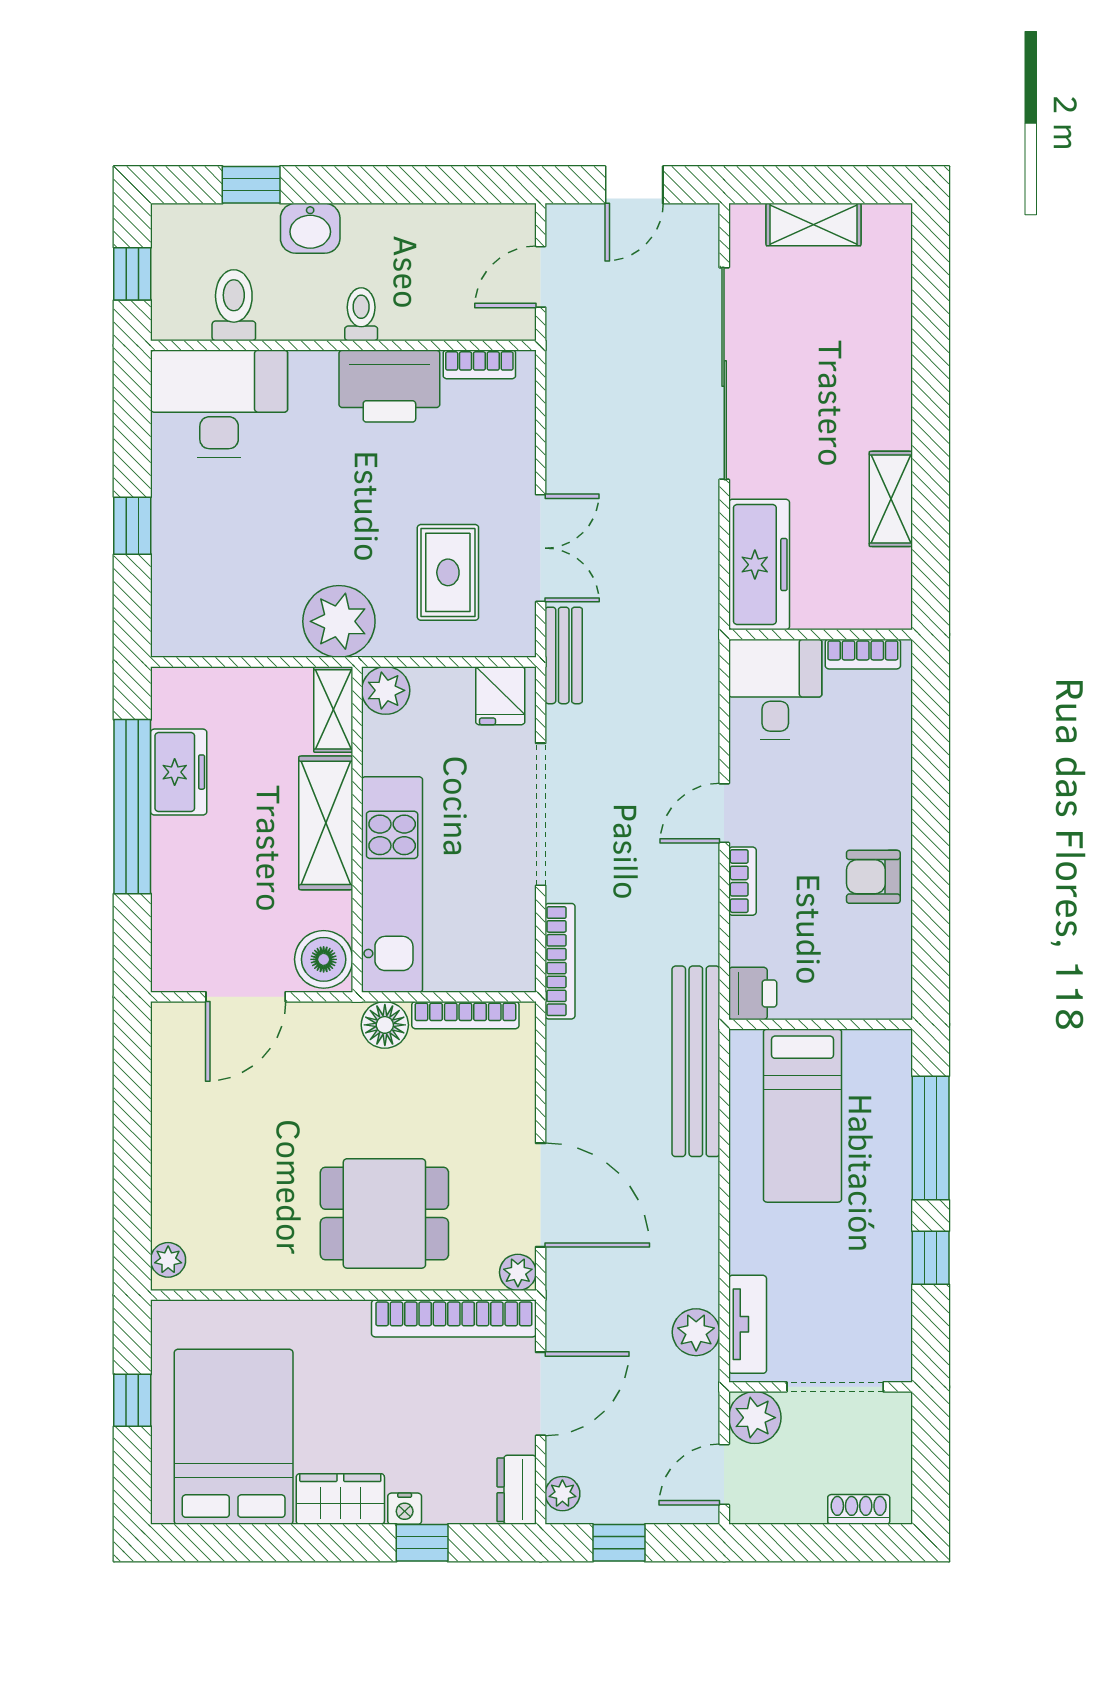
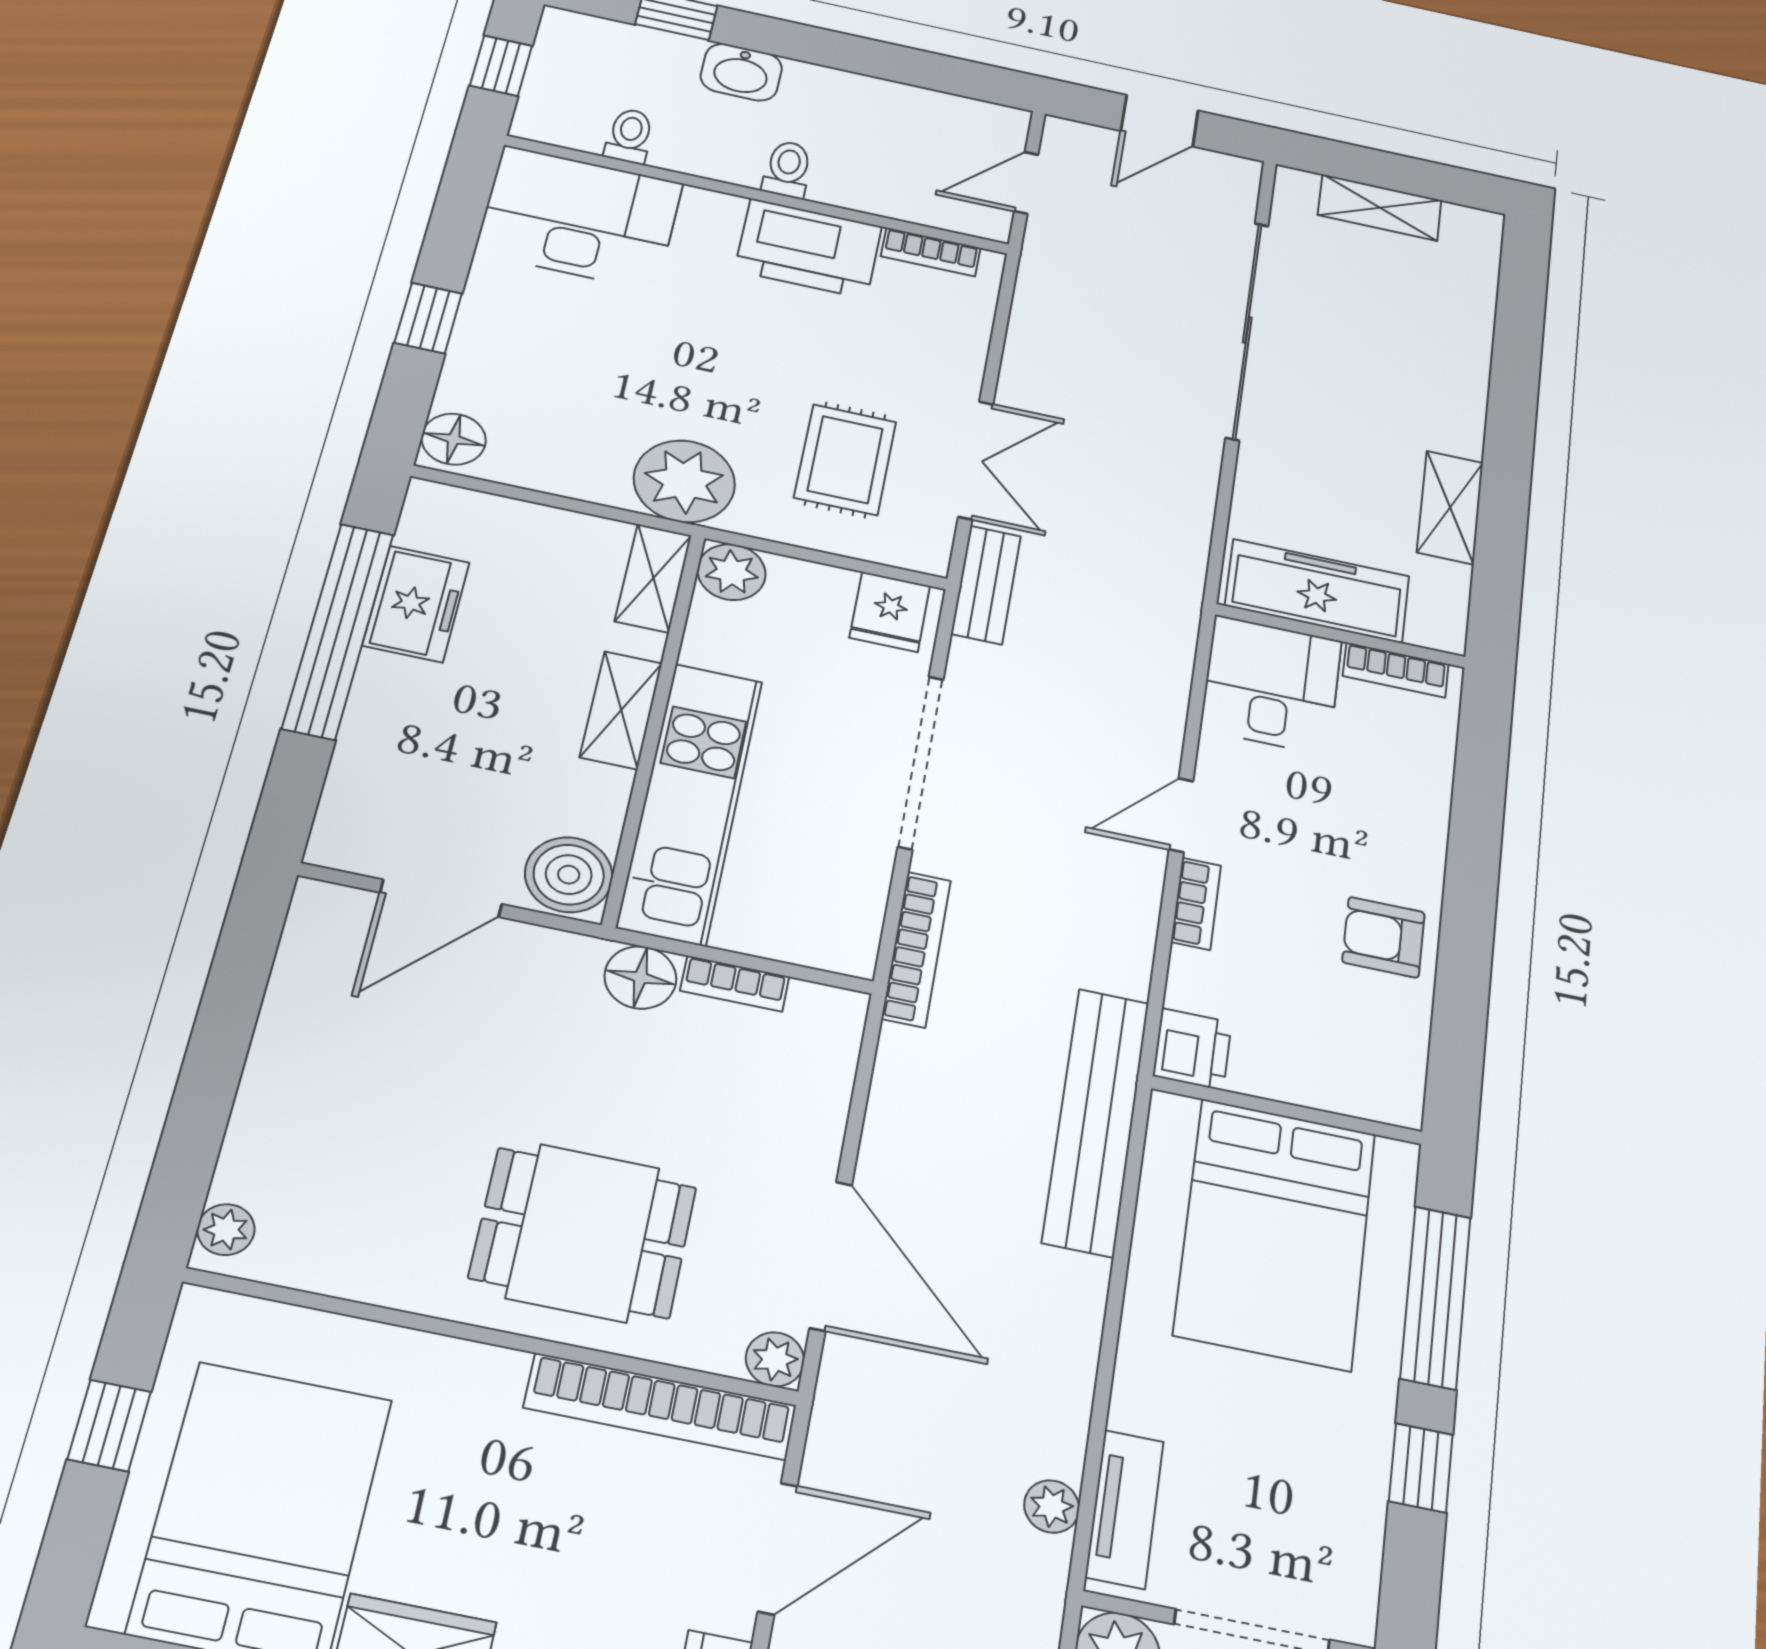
toilet: (234, 305) -> (630, 136), width x0.73, depth x0.72
freezer: (759, 565) -> (1317, 591), moved, turned -90
floor lamp: (173, 627) -> (454, 439), added
shelving: (326, 823) -> (621, 710), width x0.67, depth x0.75
bookcase: (465, 1015) -> (735, 984), width x0.64
bed: (802, 1116) -> (1275, 1233), width x1.50
plant: (696, 1332) -> (1052, 1506), width x0.73, depth x0.73

